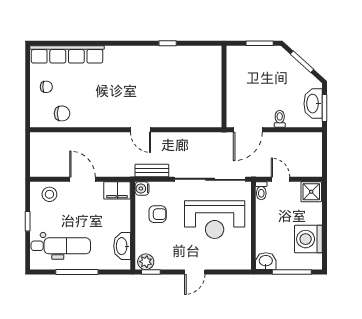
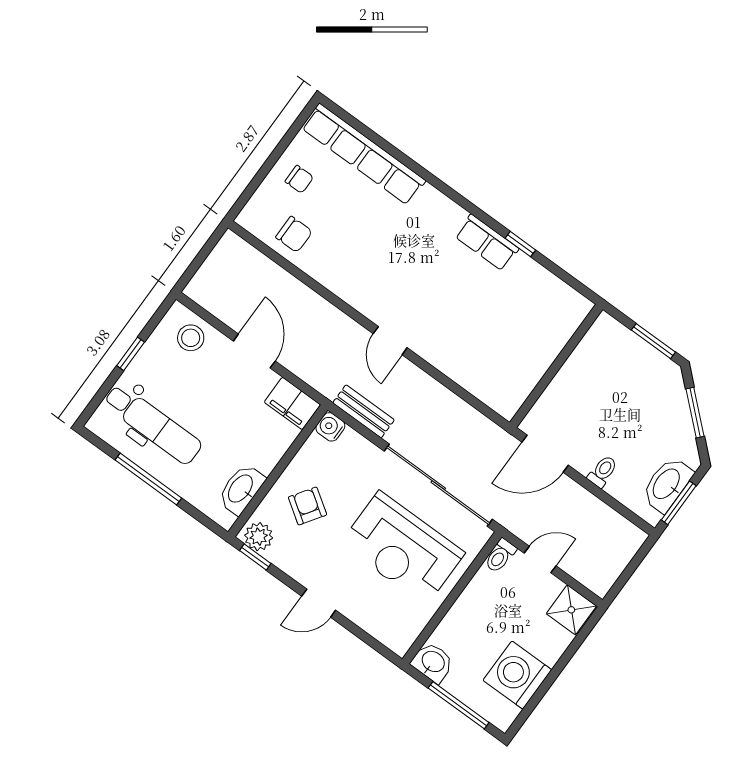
row of seats: (152, 54) -> (487, 242), added
door: (281, 179) -> (540, 559), hinge flipped
armchair: (158, 214) -> (307, 506), moved, turned -146

